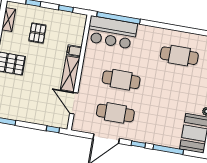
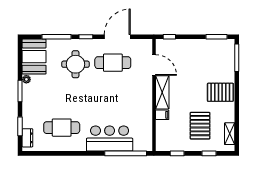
bar counter: (112, 32) -> (110, 139), moved
pallet: (37, 33) -> (200, 126), width x1.50, depth x1.42
cafe table: (121, 80) -> (113, 95), removed
round table: (154, 118) -> (75, 64), added

